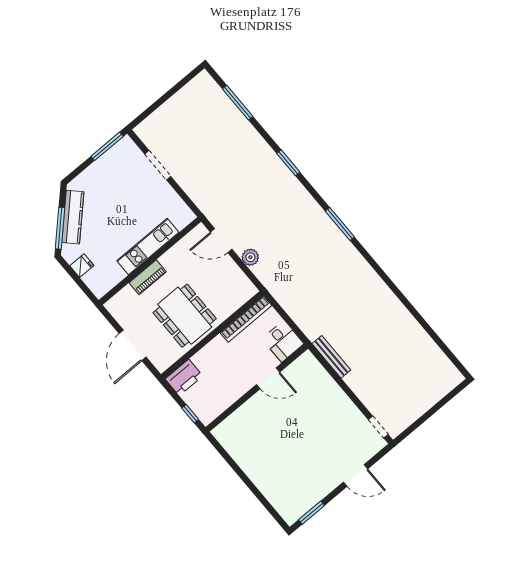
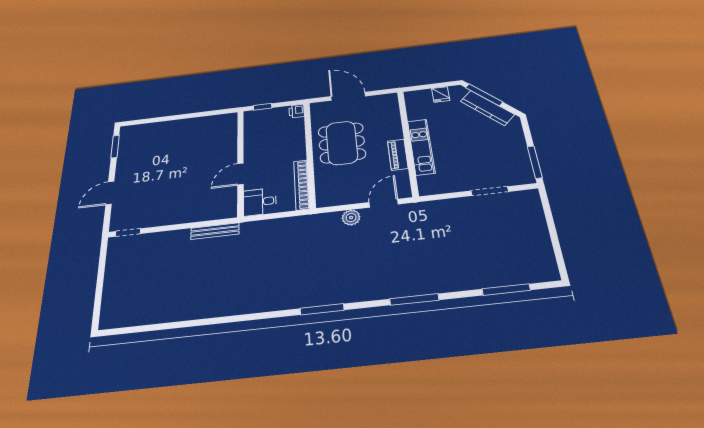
window: (288, 163) -> (414, 299), width x1.44
piano: (148, 277) -> (398, 155), moved
dining table: (185, 316) -> (342, 143), turned 90
printer: (184, 377) -> (297, 111), width x0.53, depth x0.68

